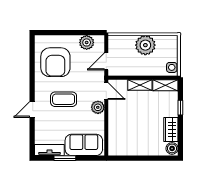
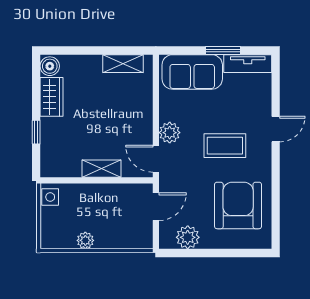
plant: (145, 45) -> (85, 240), width x0.53, depth x0.53
shelving: (165, 85) -> (123, 64), moved

